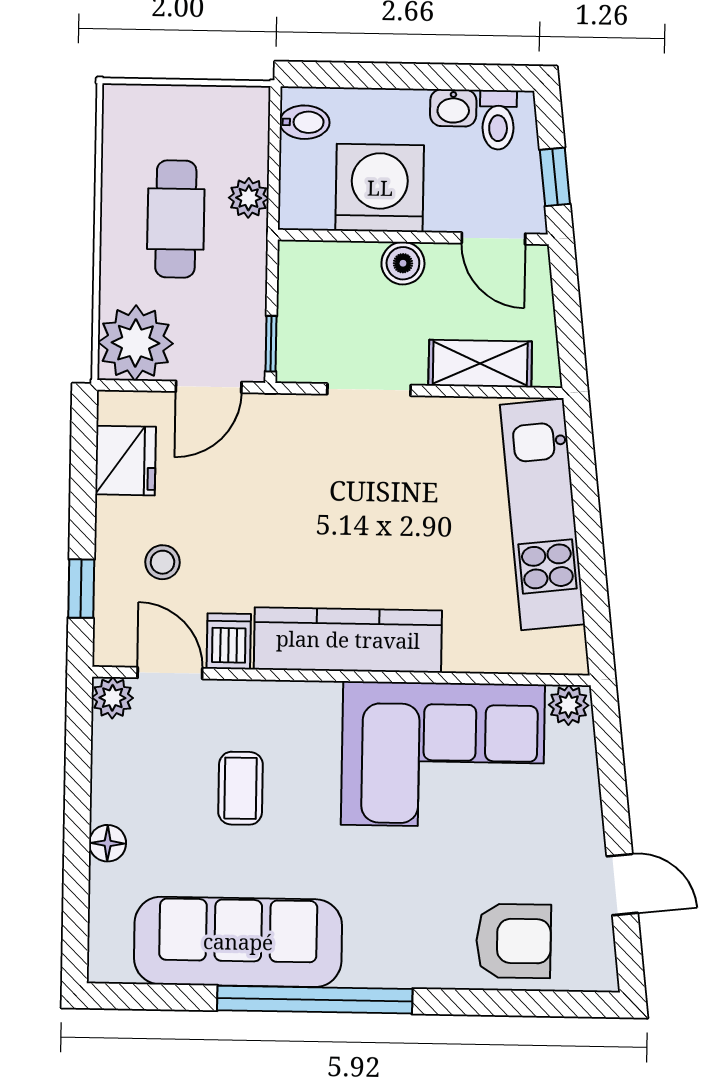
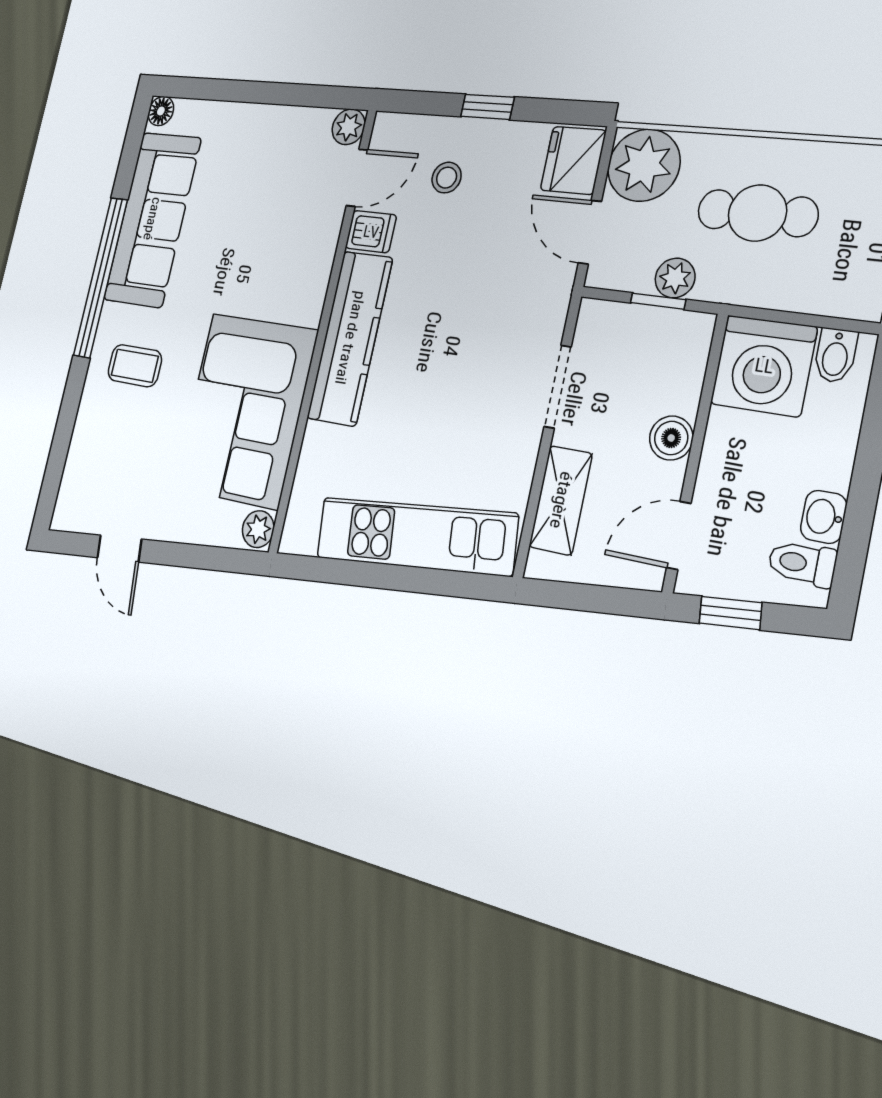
washing machine: (380, 188) -> (764, 366), moved, turned 90
plant: (249, 198) -> (675, 278), moved
window: (271, 344) -> (658, 301), moved
fridge: (125, 461) -> (573, 160), moved, turned 90
window: (81, 589) -> (487, 107), moved
coffee table: (241, 788) -> (135, 366), moved
floor lamp: (108, 843) -> (161, 111), moved
door: (622, 885) -> (119, 548), hinge flipped
armchair: (514, 941) -> (102, 448), removed

